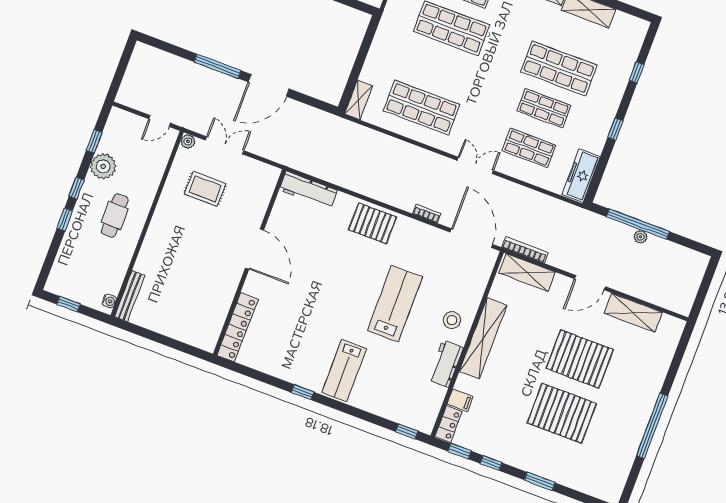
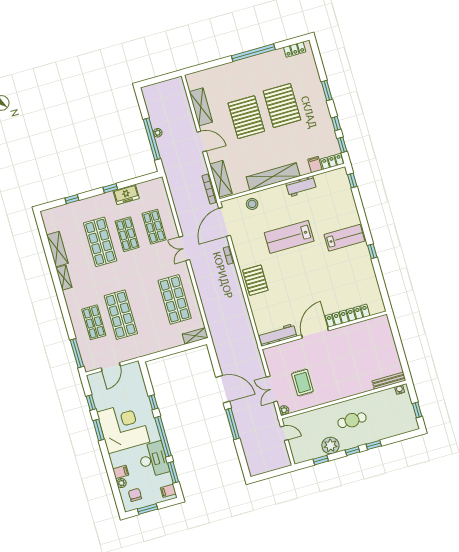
freezer: (581, 175) -> (126, 195), moved, width x0.71
workbench: (308, 190) -> (278, 335), moved, turned -90
stool: (452, 320) -> (252, 204), moved
locker: (237, 327) -> (348, 316), moved
locker: (619, 479) -> (295, 49), added

